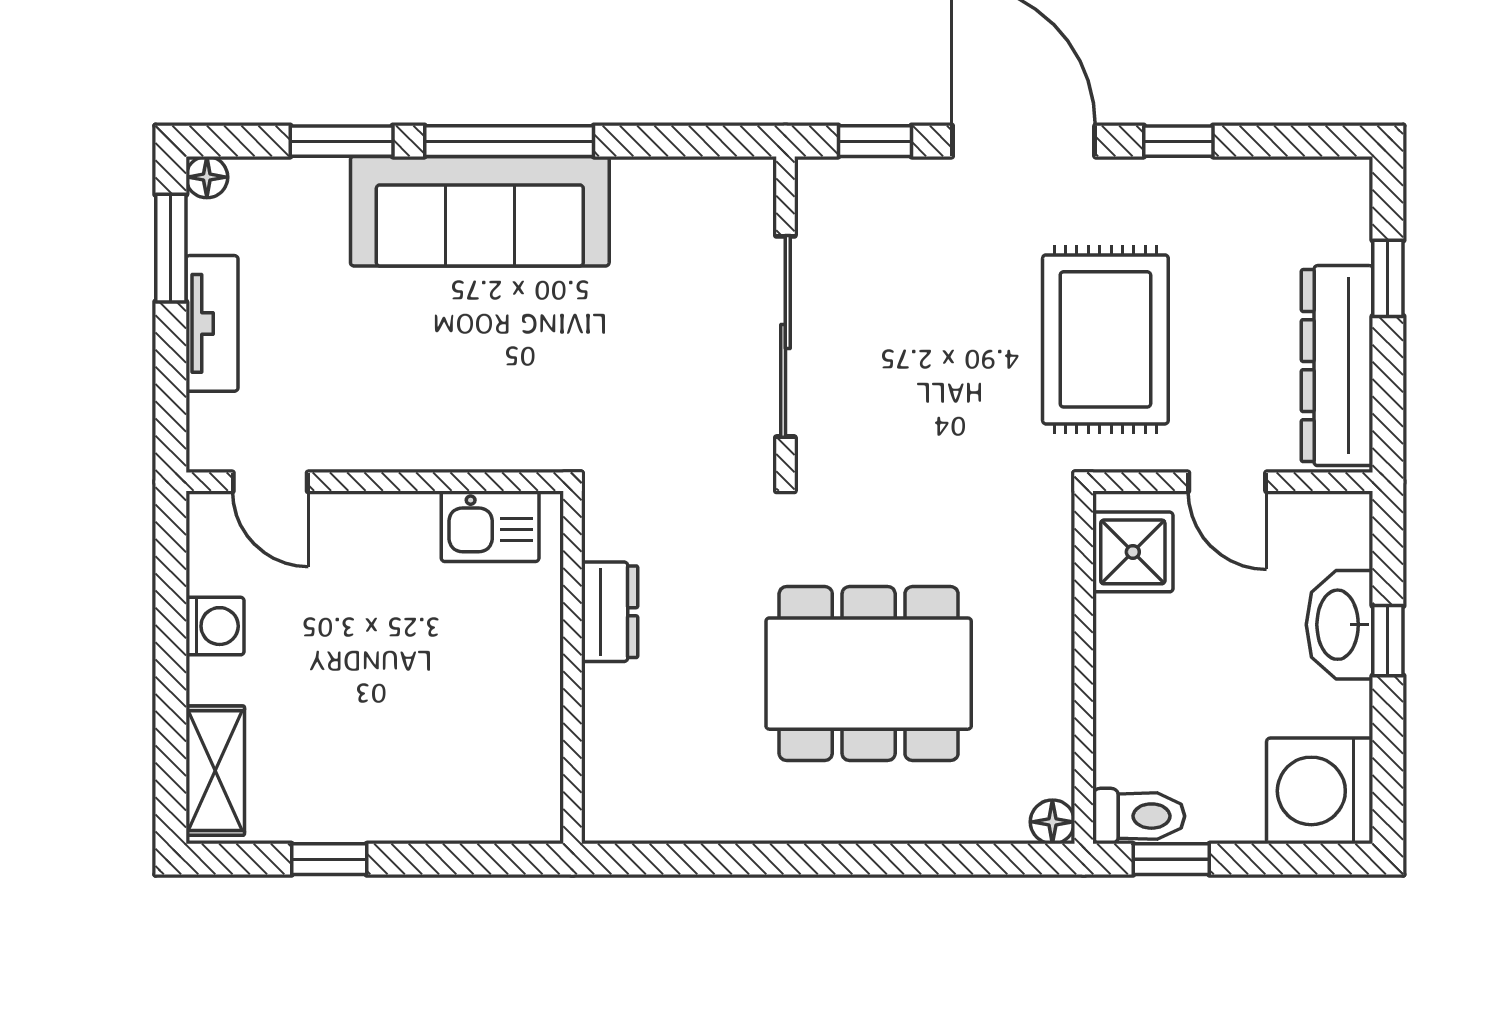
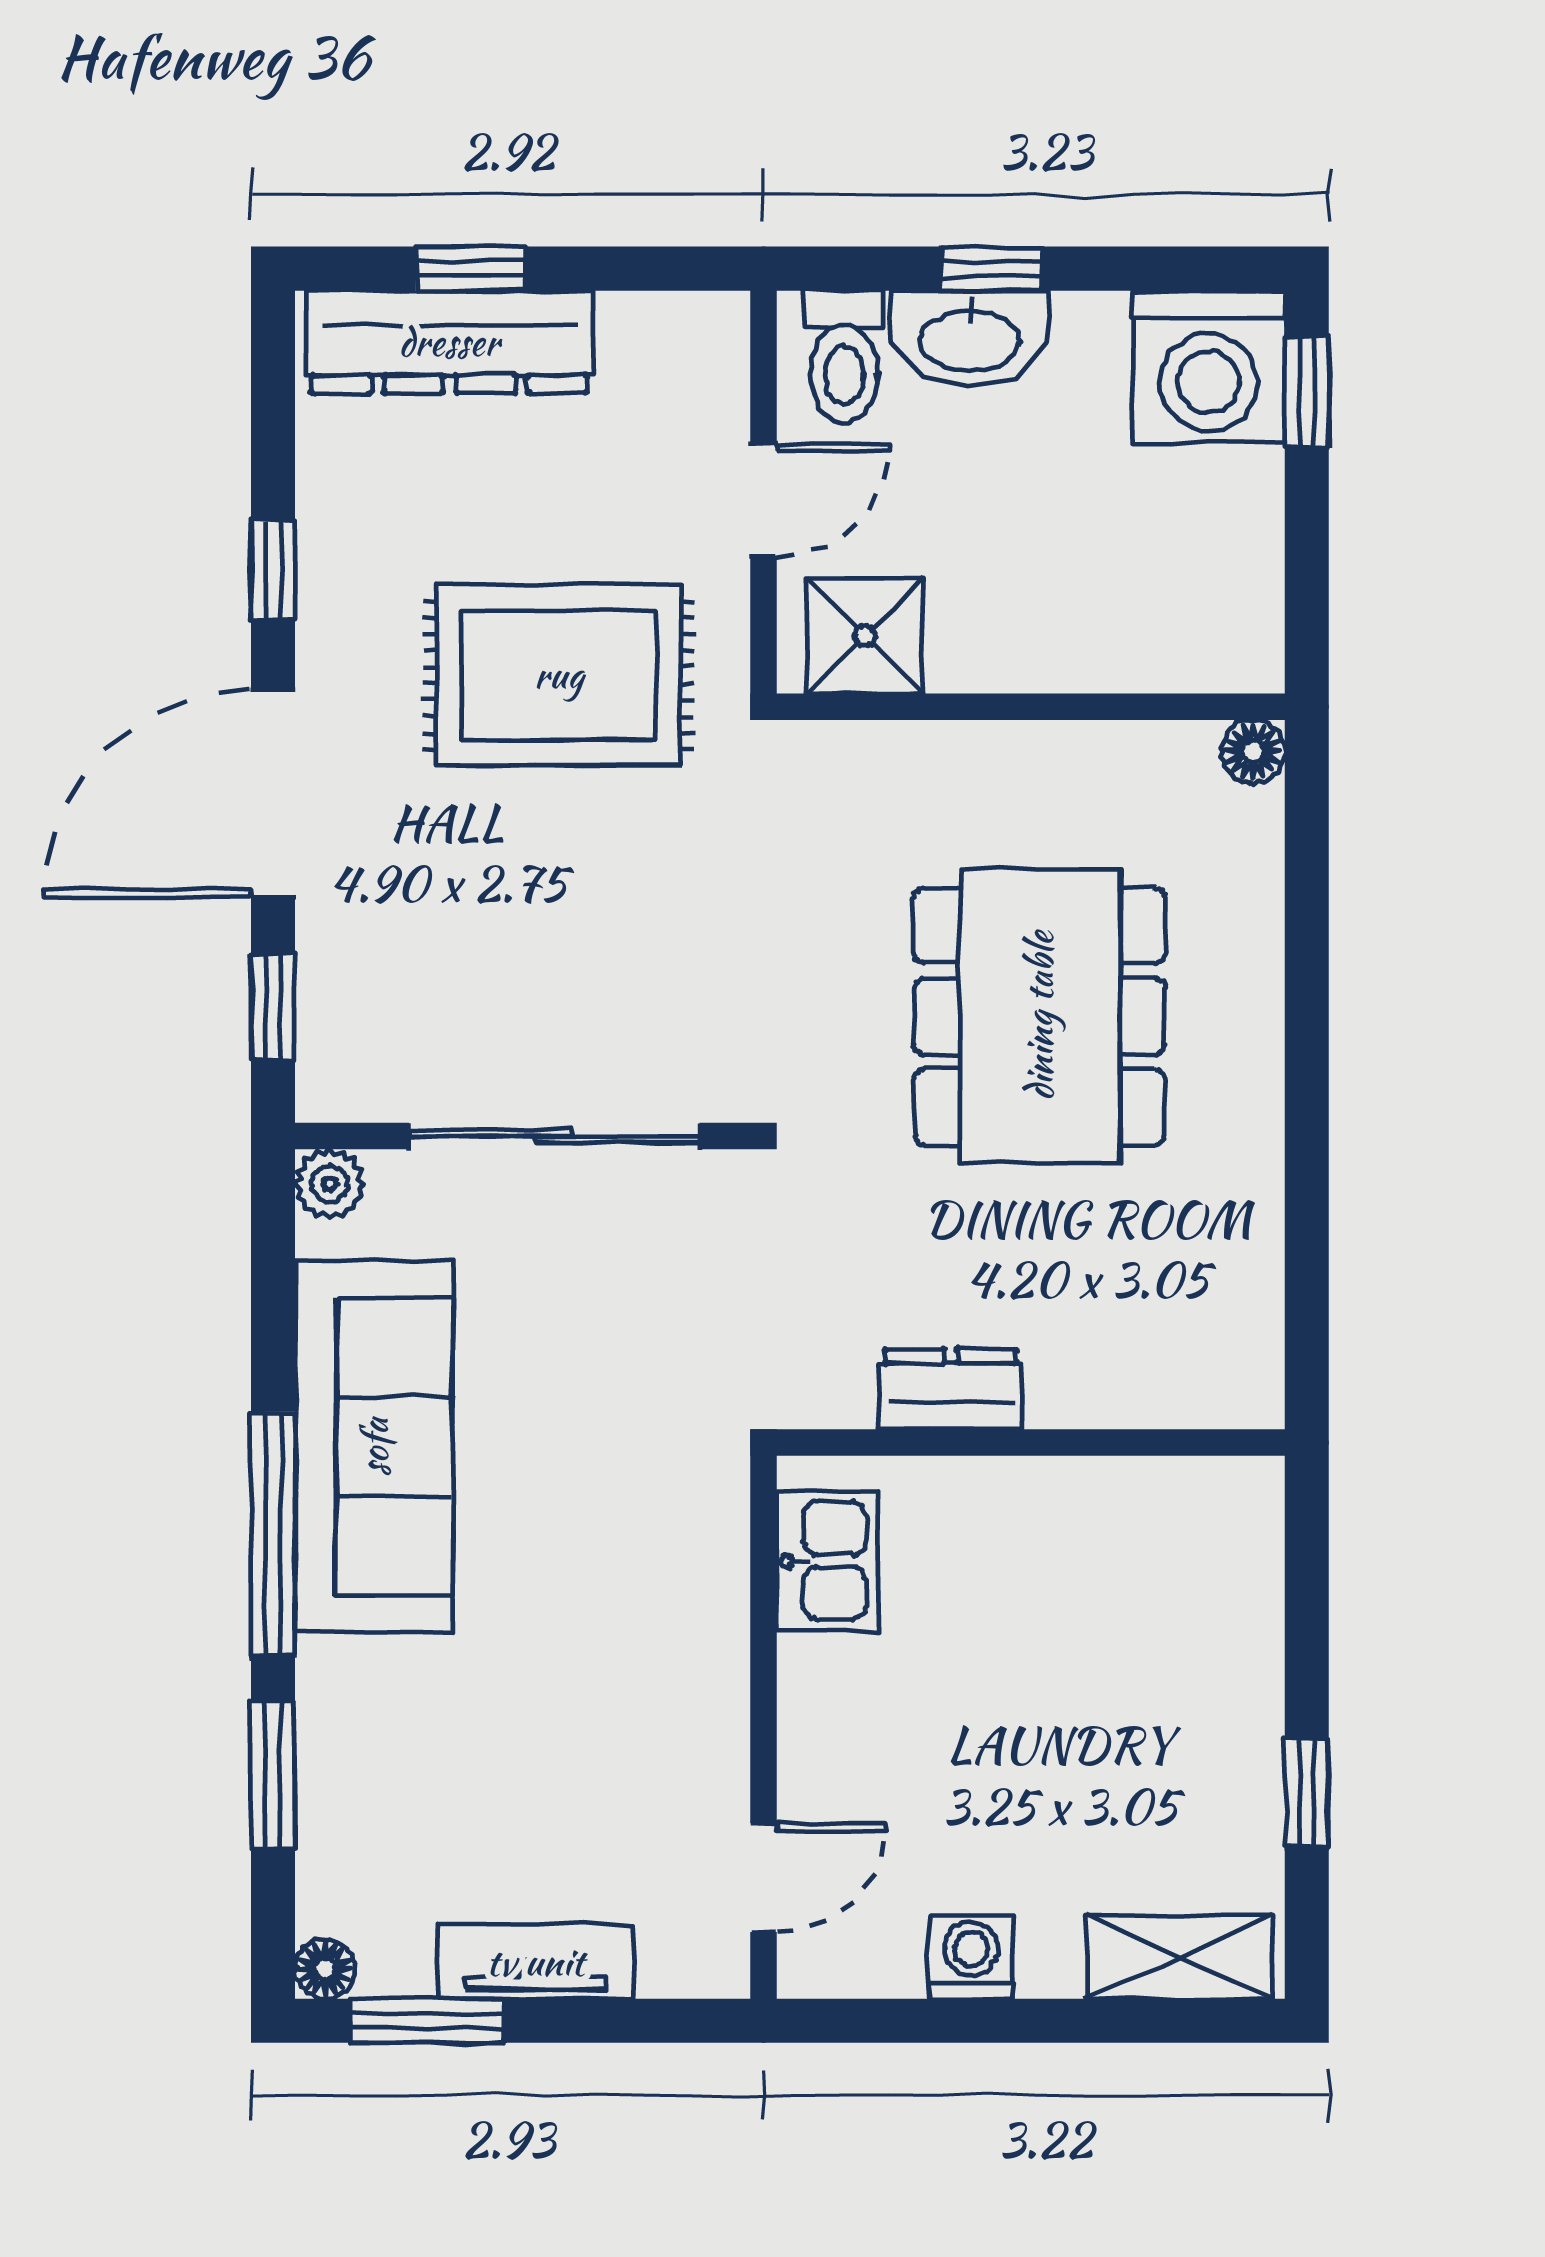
plant: (752, 180) -> (330, 1184), added
sofa: (480, 211) -> (374, 1447), moved
dresser: (1337, 366) -> (449, 342), moved
toilet: (1139, 816) -> (844, 357), moved, turned 180
window: (1171, 859) -> (1307, 392), moved

